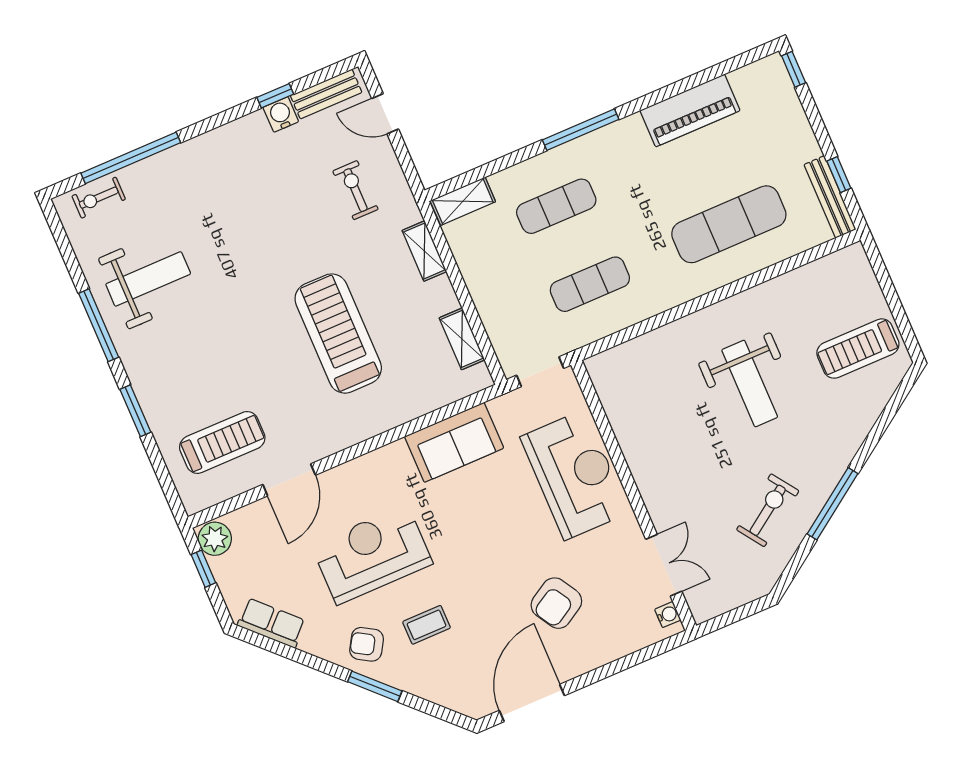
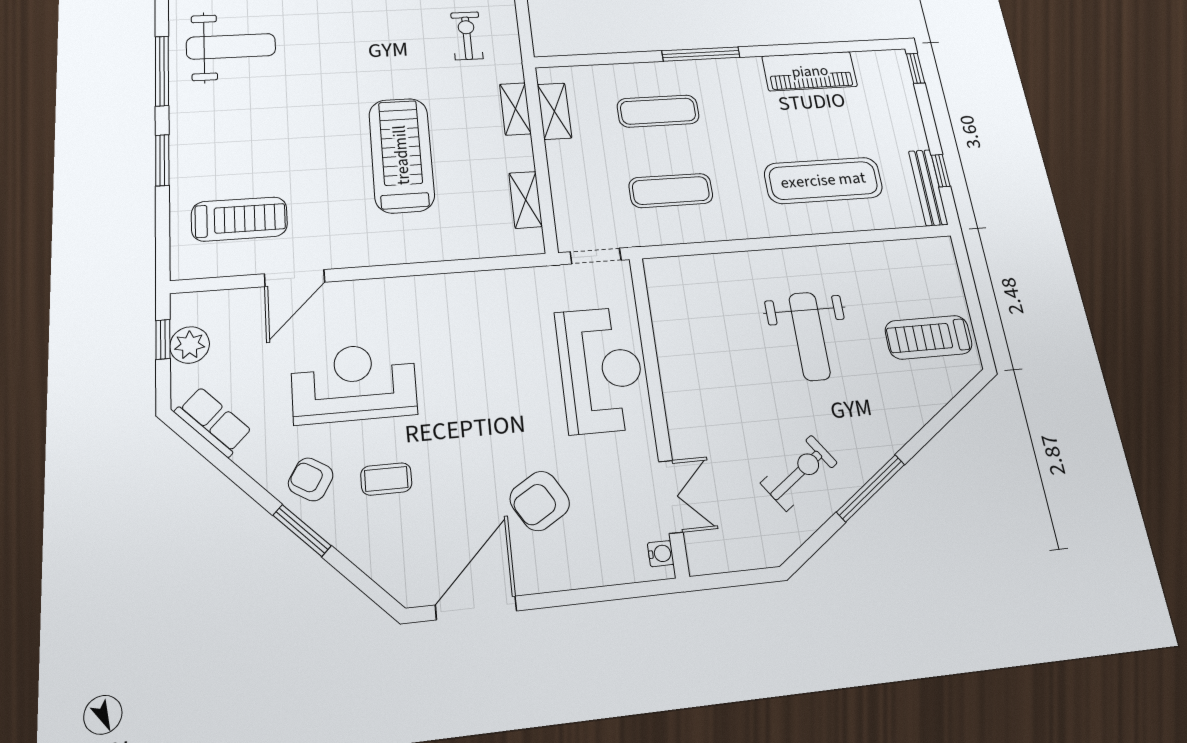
shelving: (463, 201) -> (554, 111), moved, turned 90
sofa: (454, 442) -> (484, 296), removed
plant: (215, 539) -> (190, 345), moved

